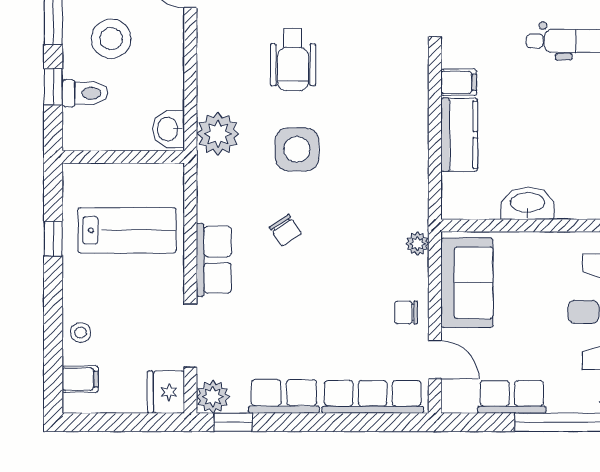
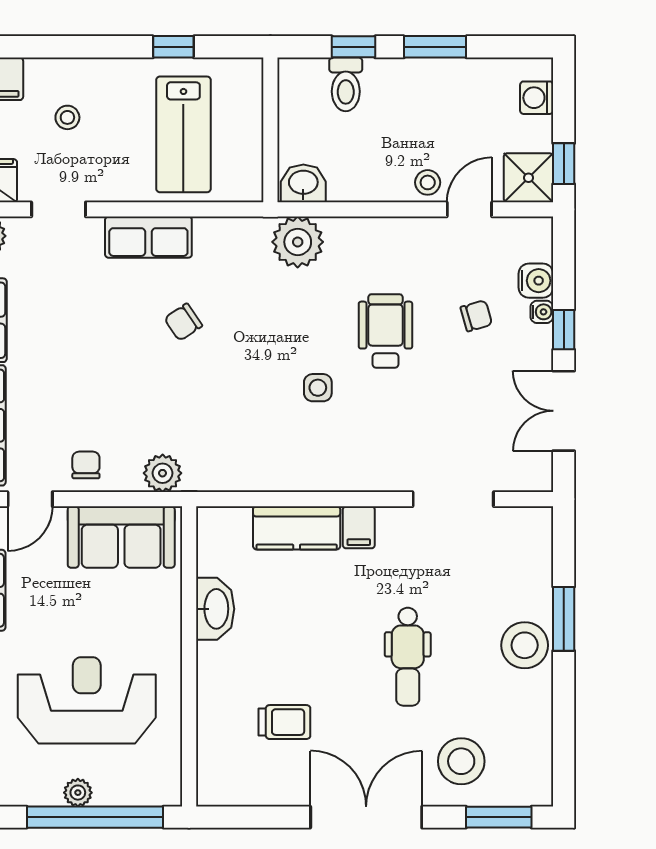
stool: (111, 39) -> (428, 182), moved, width x0.53, depth x0.53
wheelchair: (293, 60) -> (385, 331), turned 90
side table: (297, 149) -> (318, 388), moved, width x0.54, depth x0.54
plant: (417, 244) -> (163, 473), width x1.38, depth x1.38
stool: (81, 332) -> (67, 117), moved
doorway: (190, 336) -> (59, 209), width x0.73

